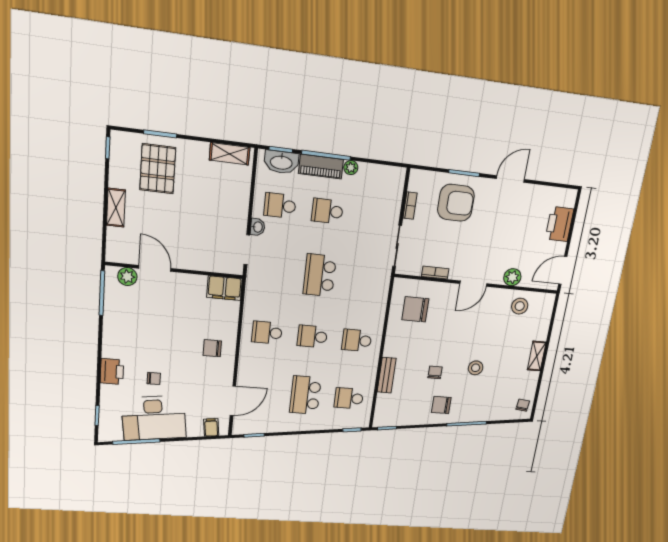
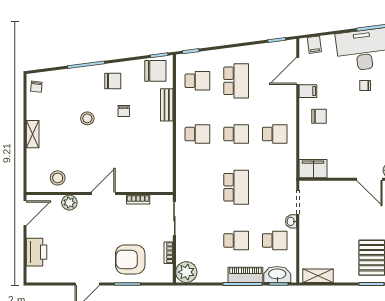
plant: (351, 168) -> (186, 272), moved, width x1.88, depth x1.88
chair: (415, 309) -> (155, 71), moved
filing cabinet: (223, 377) -> (308, 91), added

